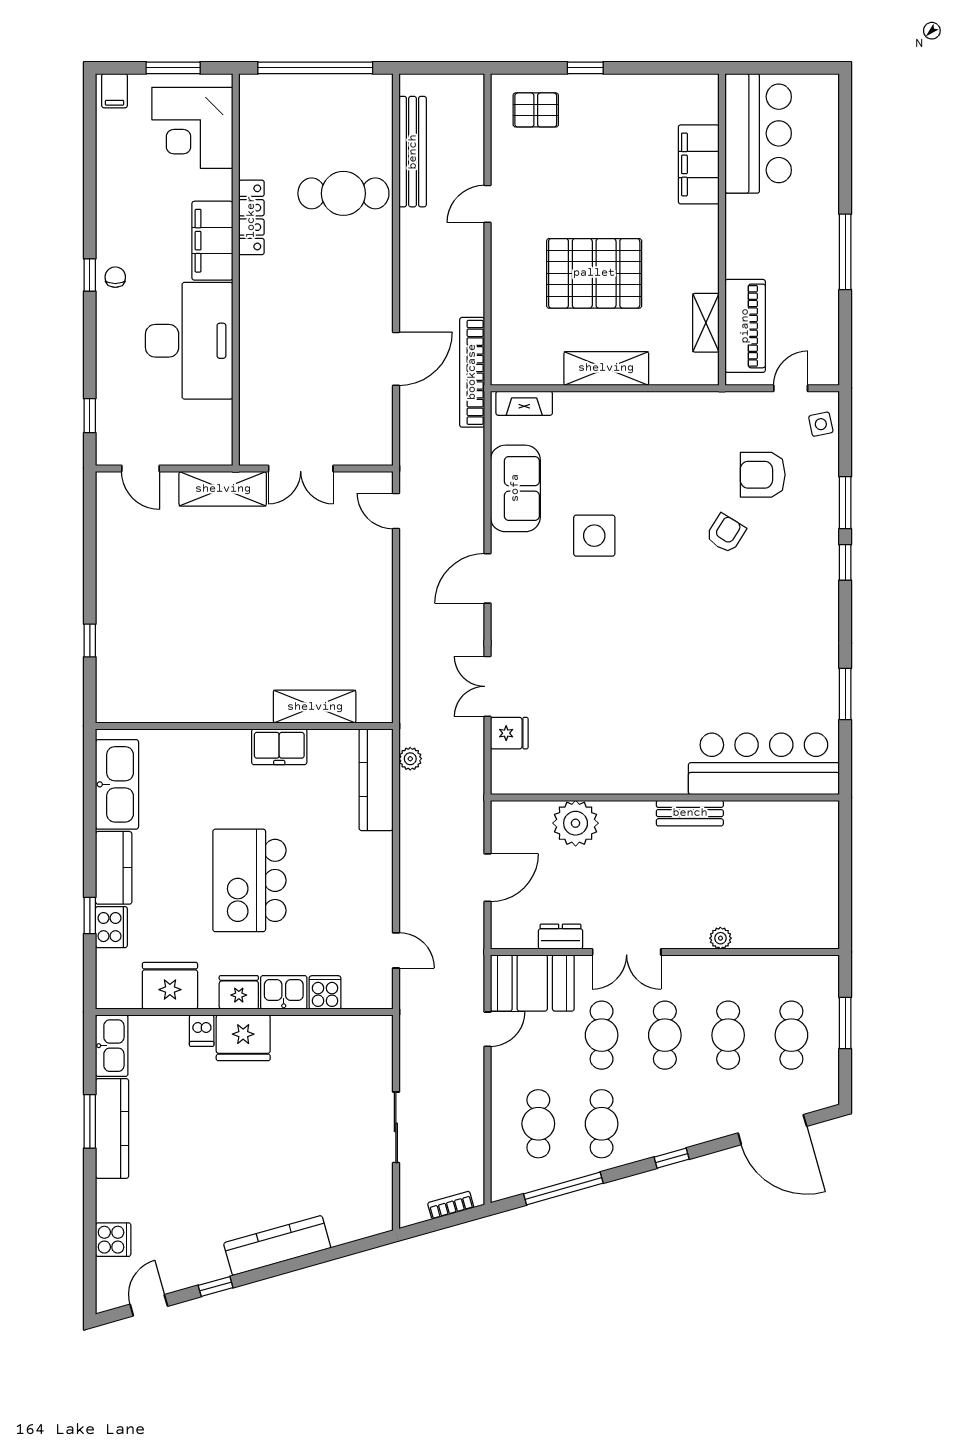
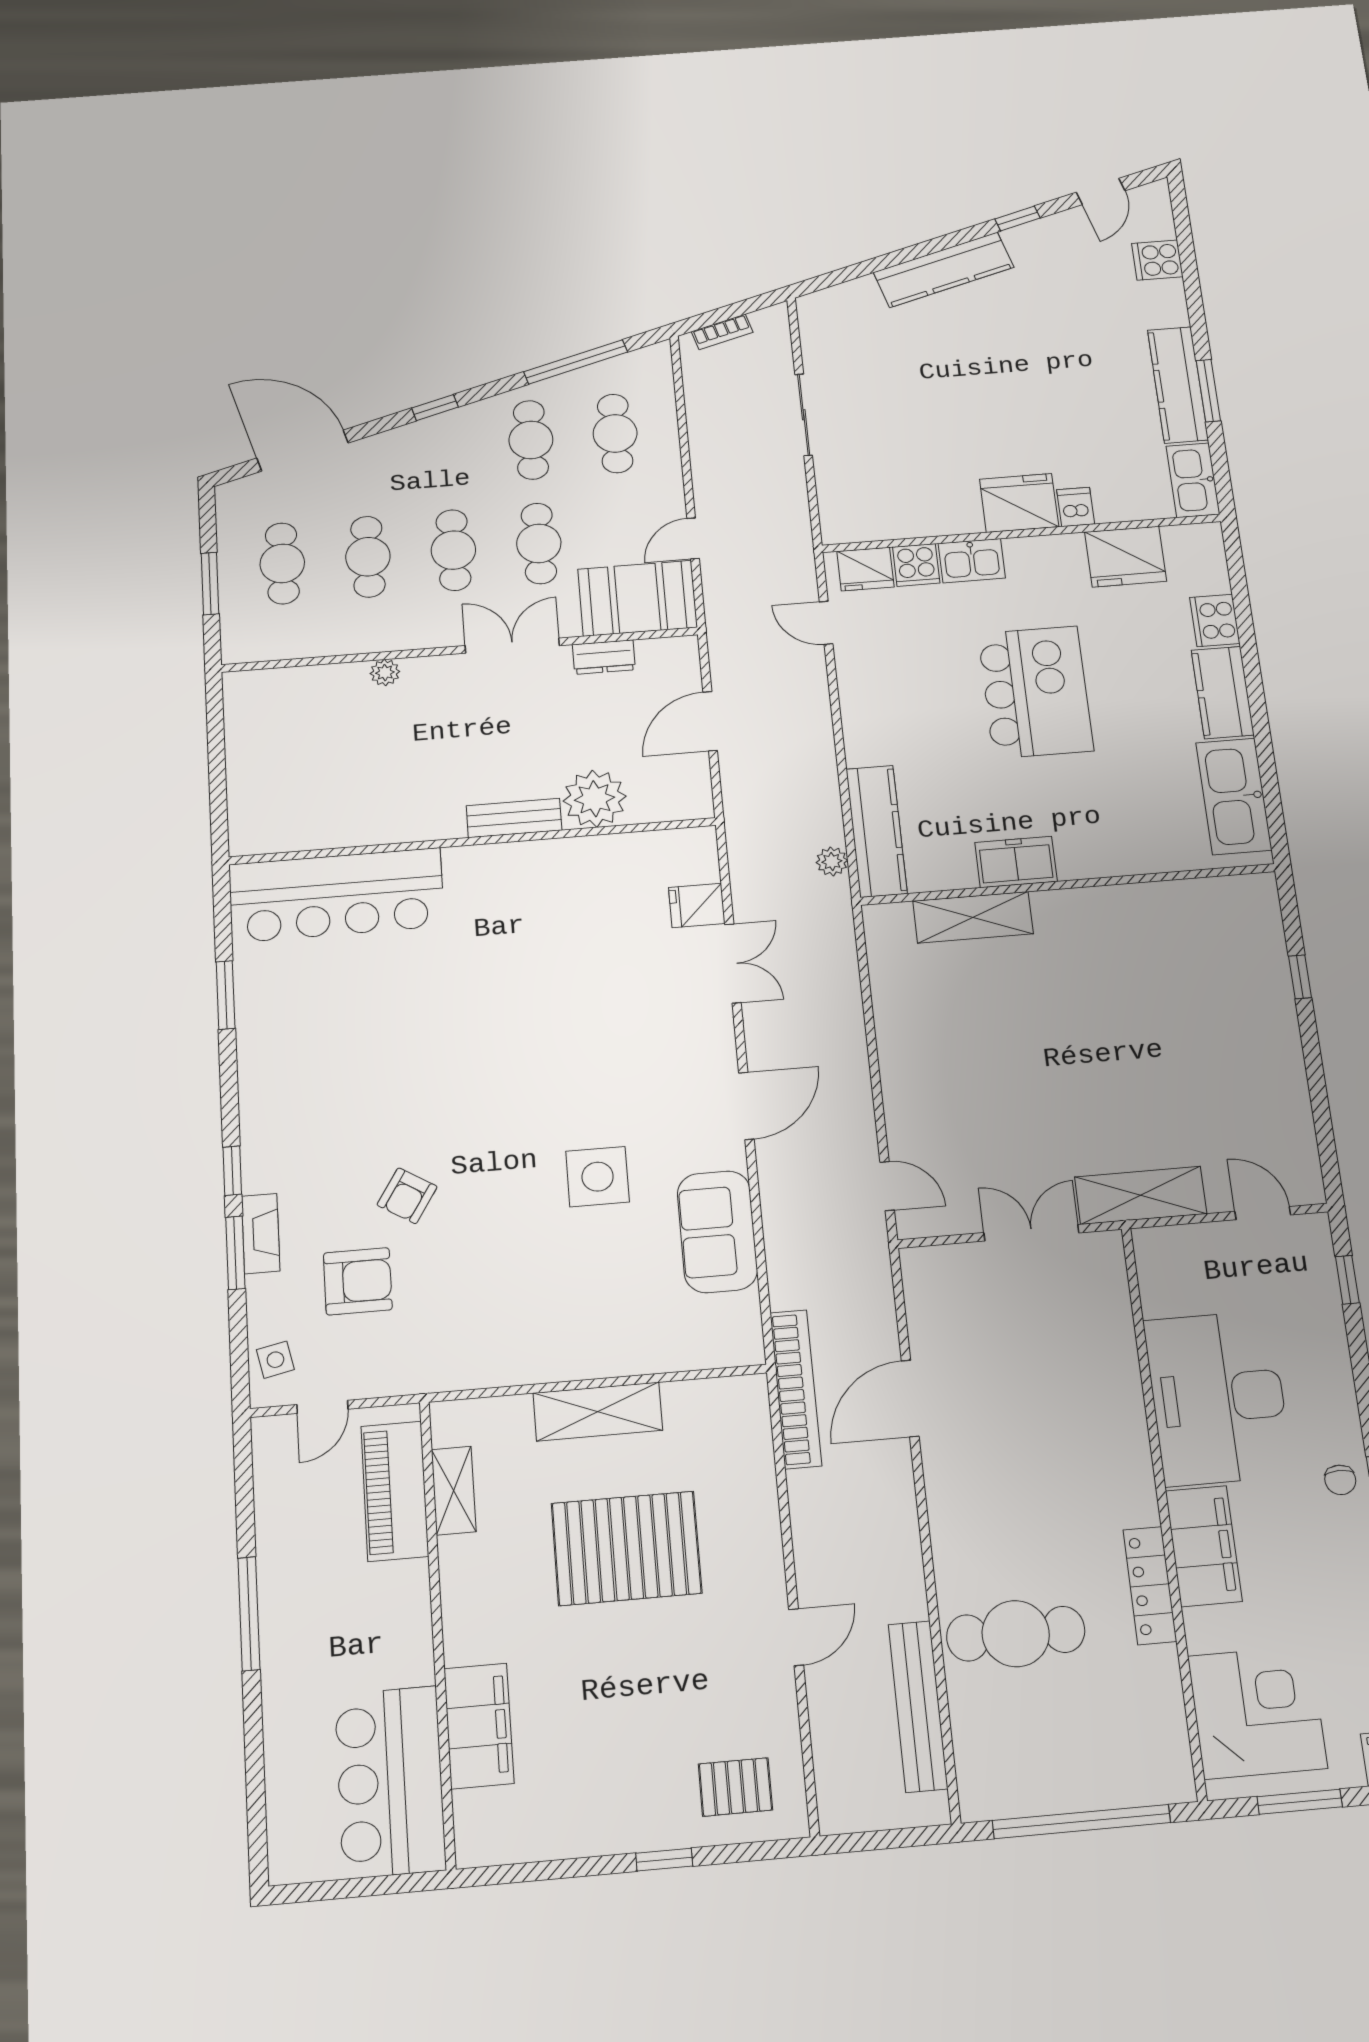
fireplace: (524, 403) -> (261, 1234), moved, turned 90
bench: (690, 813) -> (514, 818), moved
window: (90, 915) -> (1246, 632), removed
fridge: (239, 992) -> (865, 569), moved

